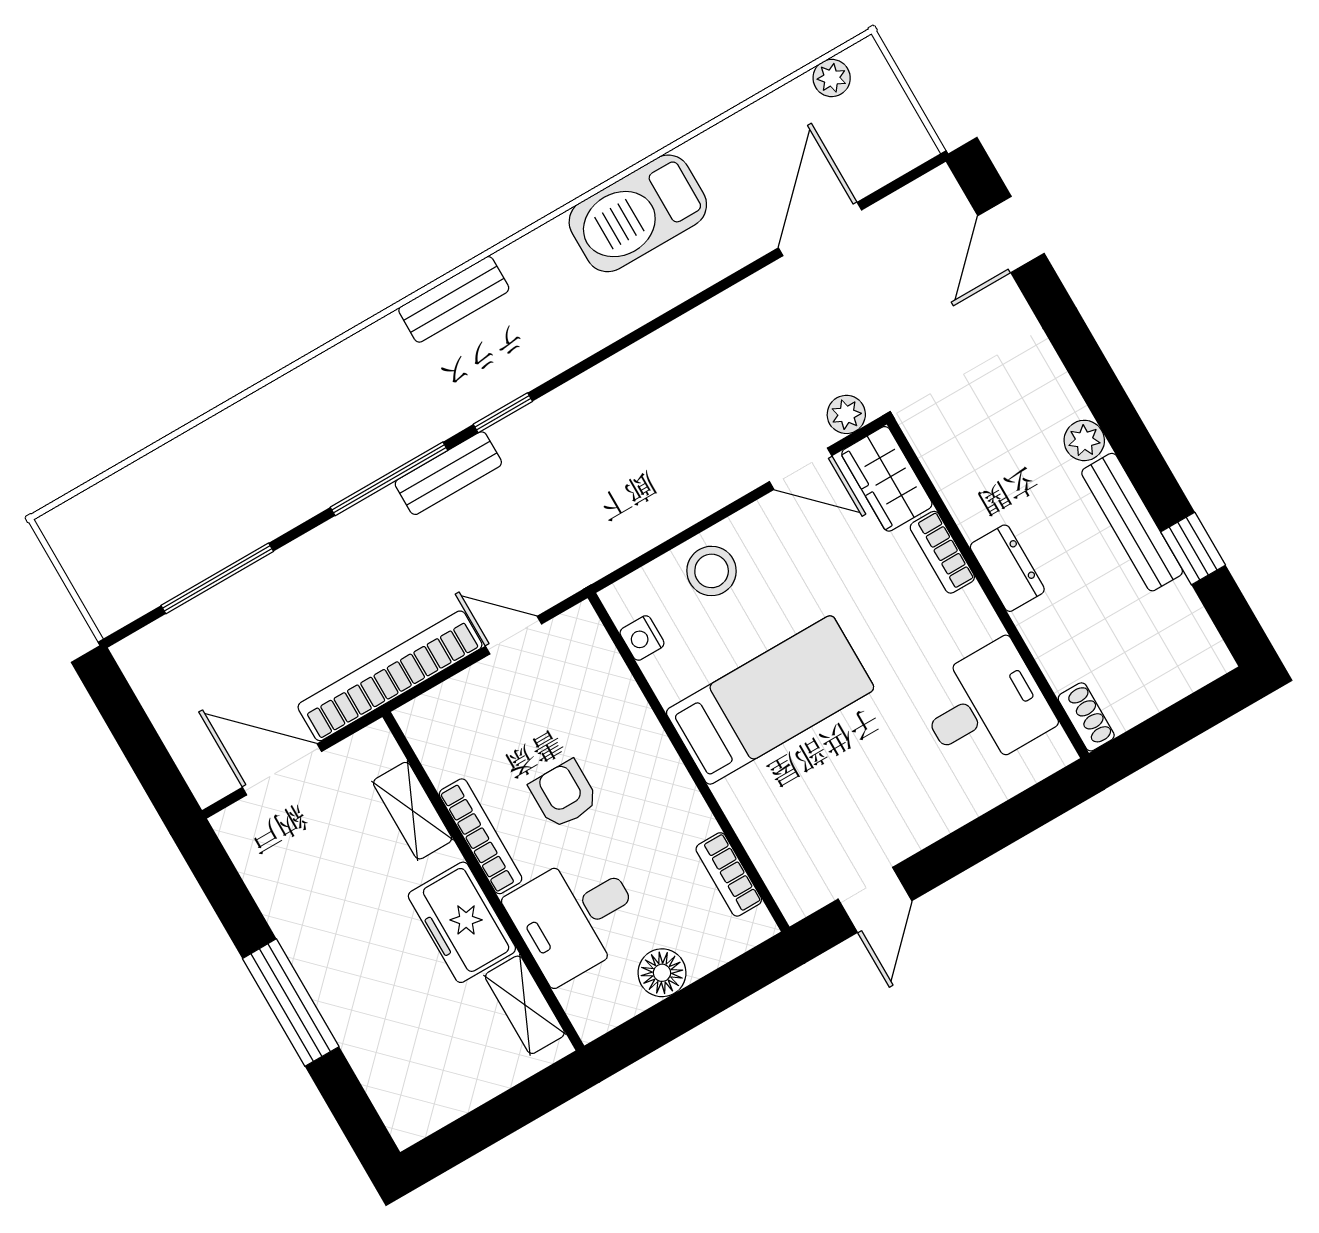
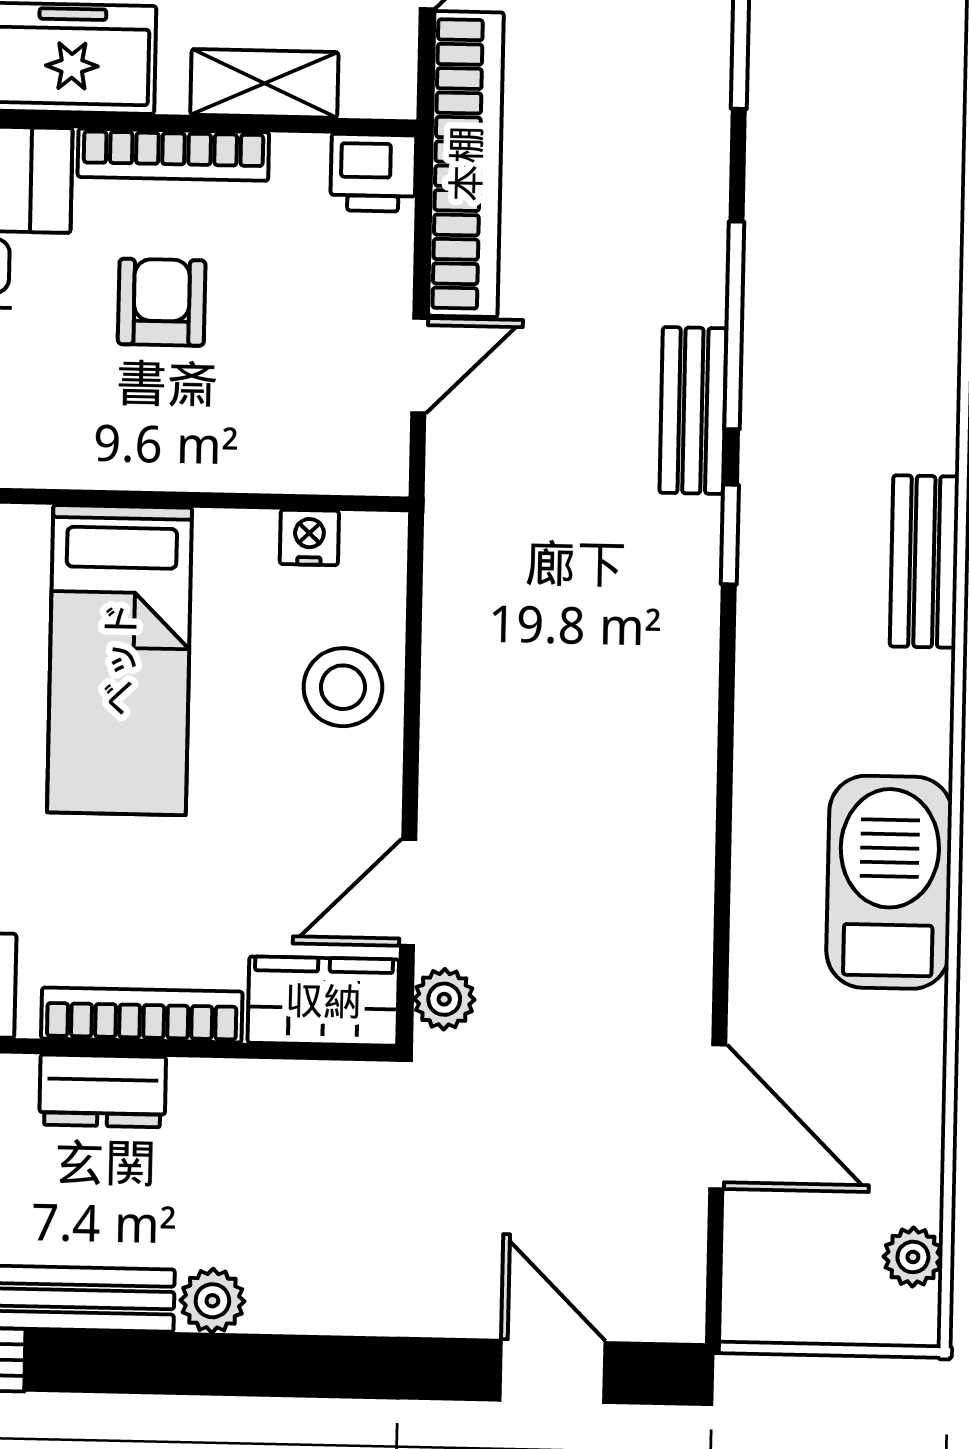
bookcase: (942, 552) -> (142, 1015), width x1.56
printer: (425, 723) -> (373, 173), added
armchair: (564, 794) -> (162, 302), turned -90

